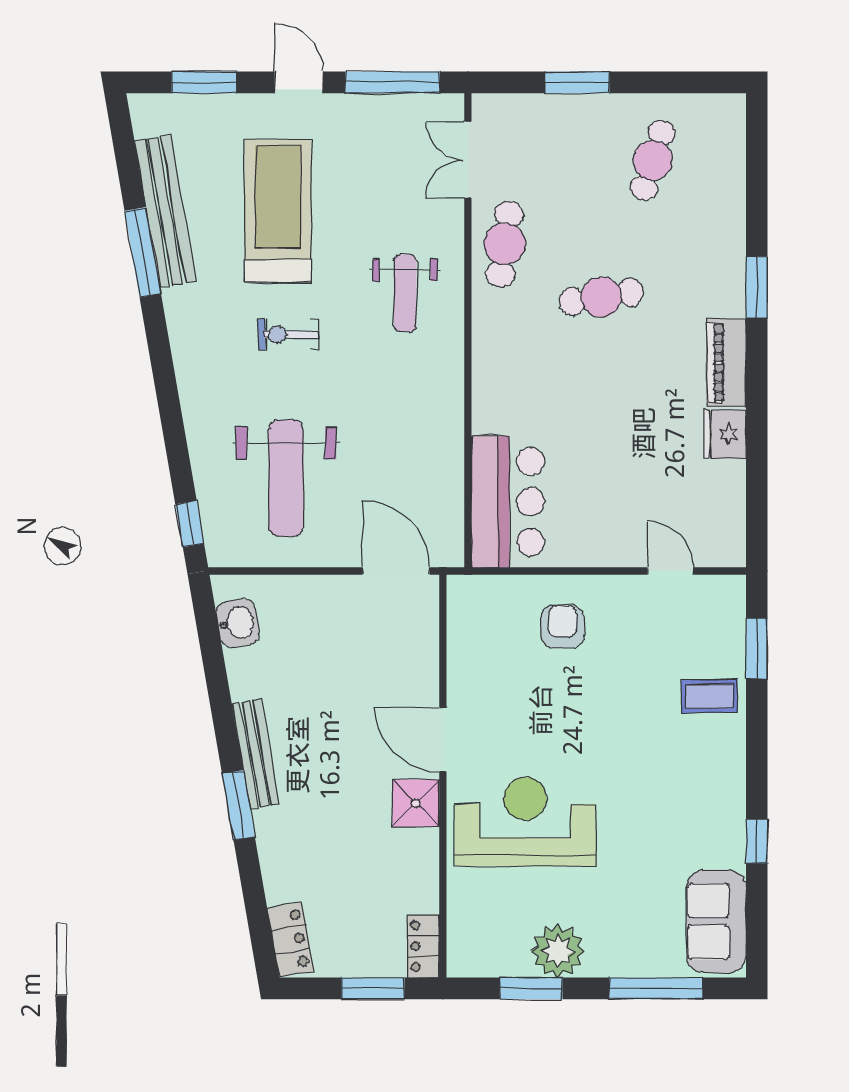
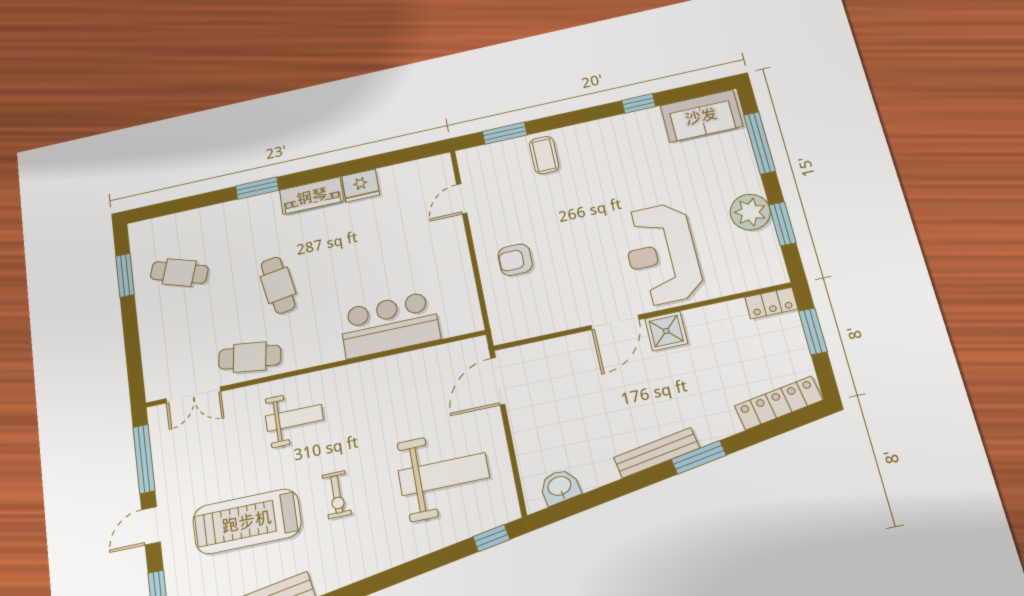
window: (577, 82) -> (125, 275), moved
bar counter: (508, 502) -> (389, 325), moved
locker: (290, 939) -> (779, 403), width x1.53

